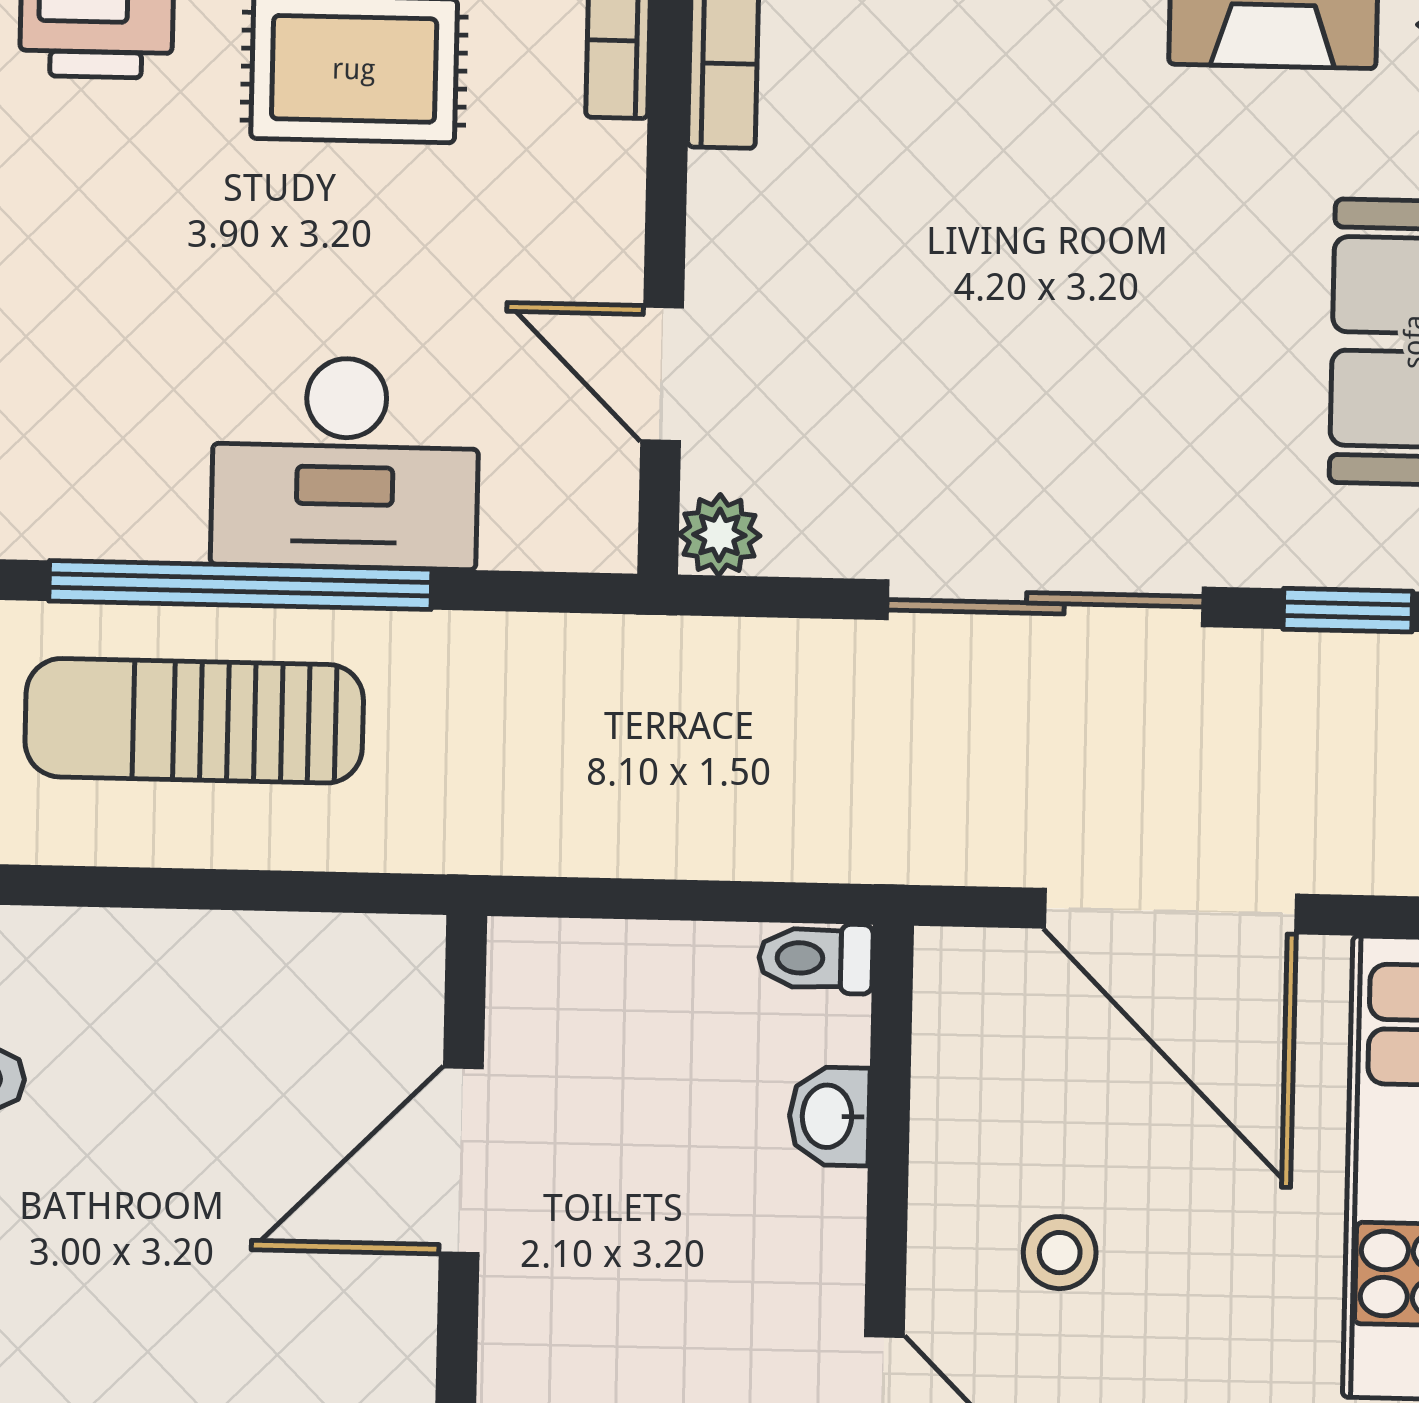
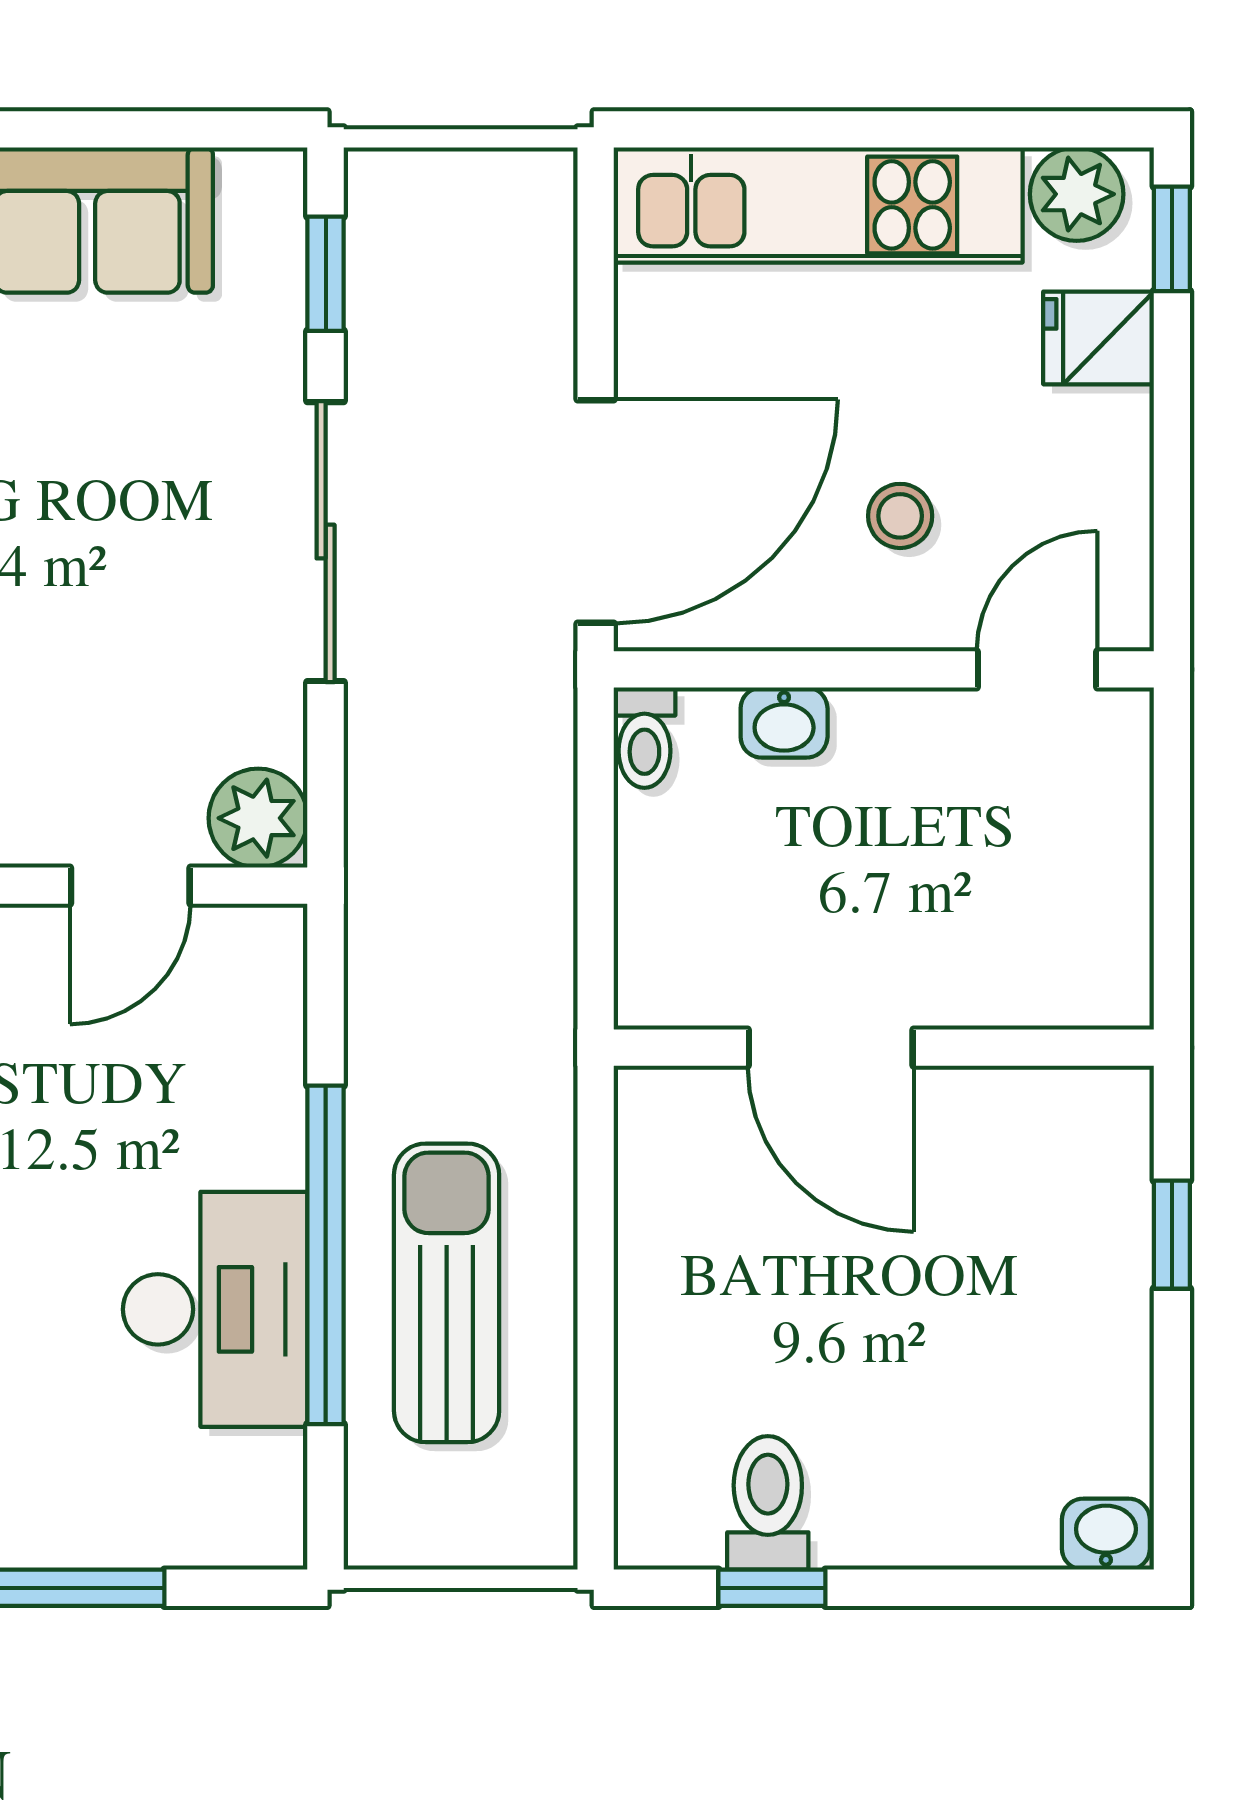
desk: (345, 463) -> (215, 1309), moved
plant: (719, 535) -> (258, 818), width x1.38, depth x1.38
sun lounger: (194, 721) -> (447, 1293), turned 180
door: (1170, 911) -> (596, 511), moved

